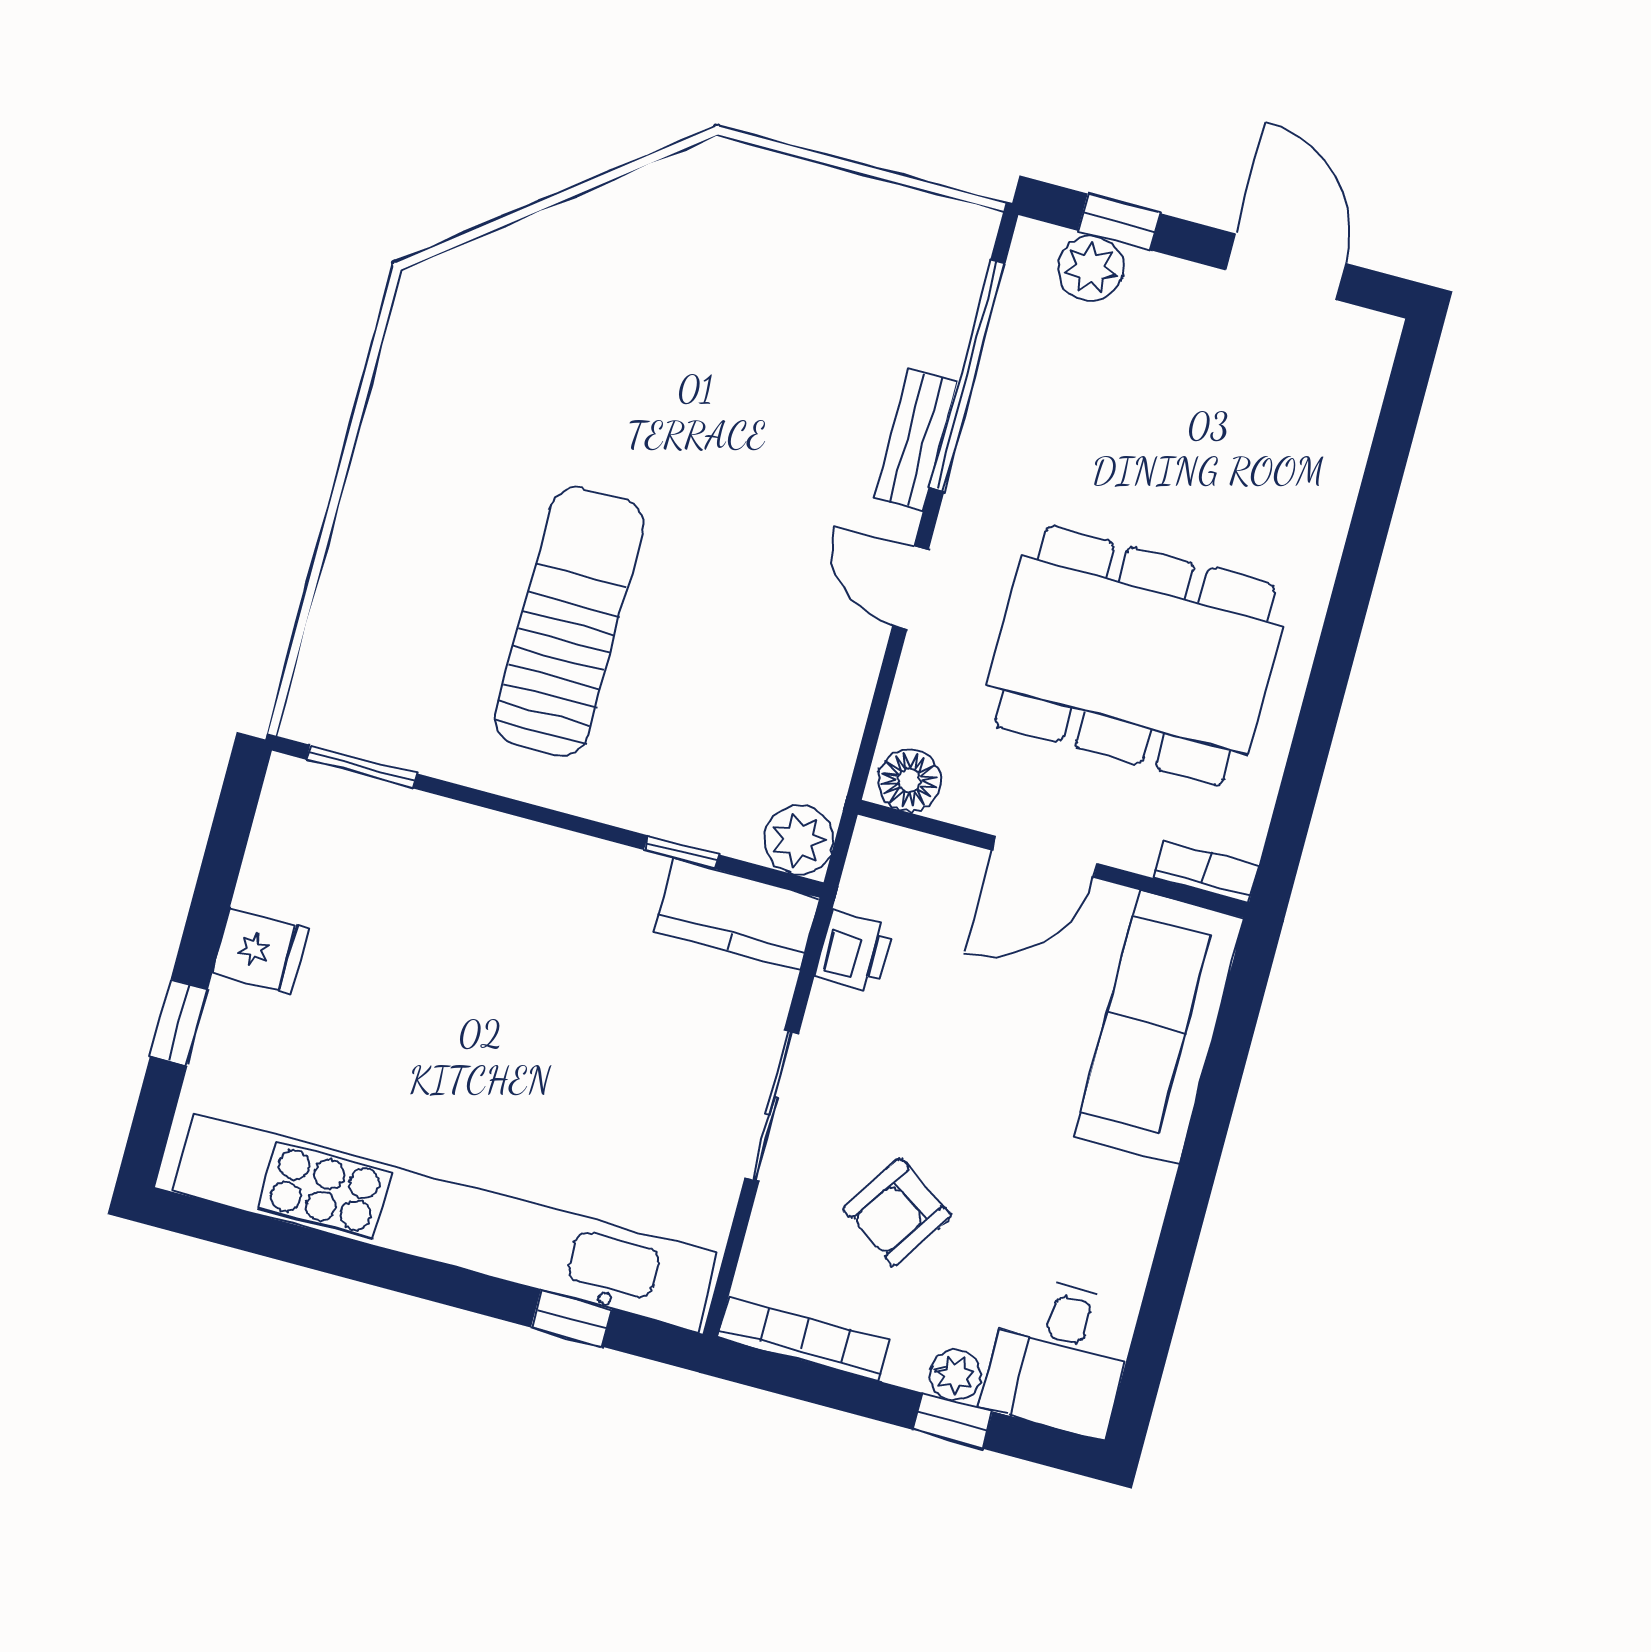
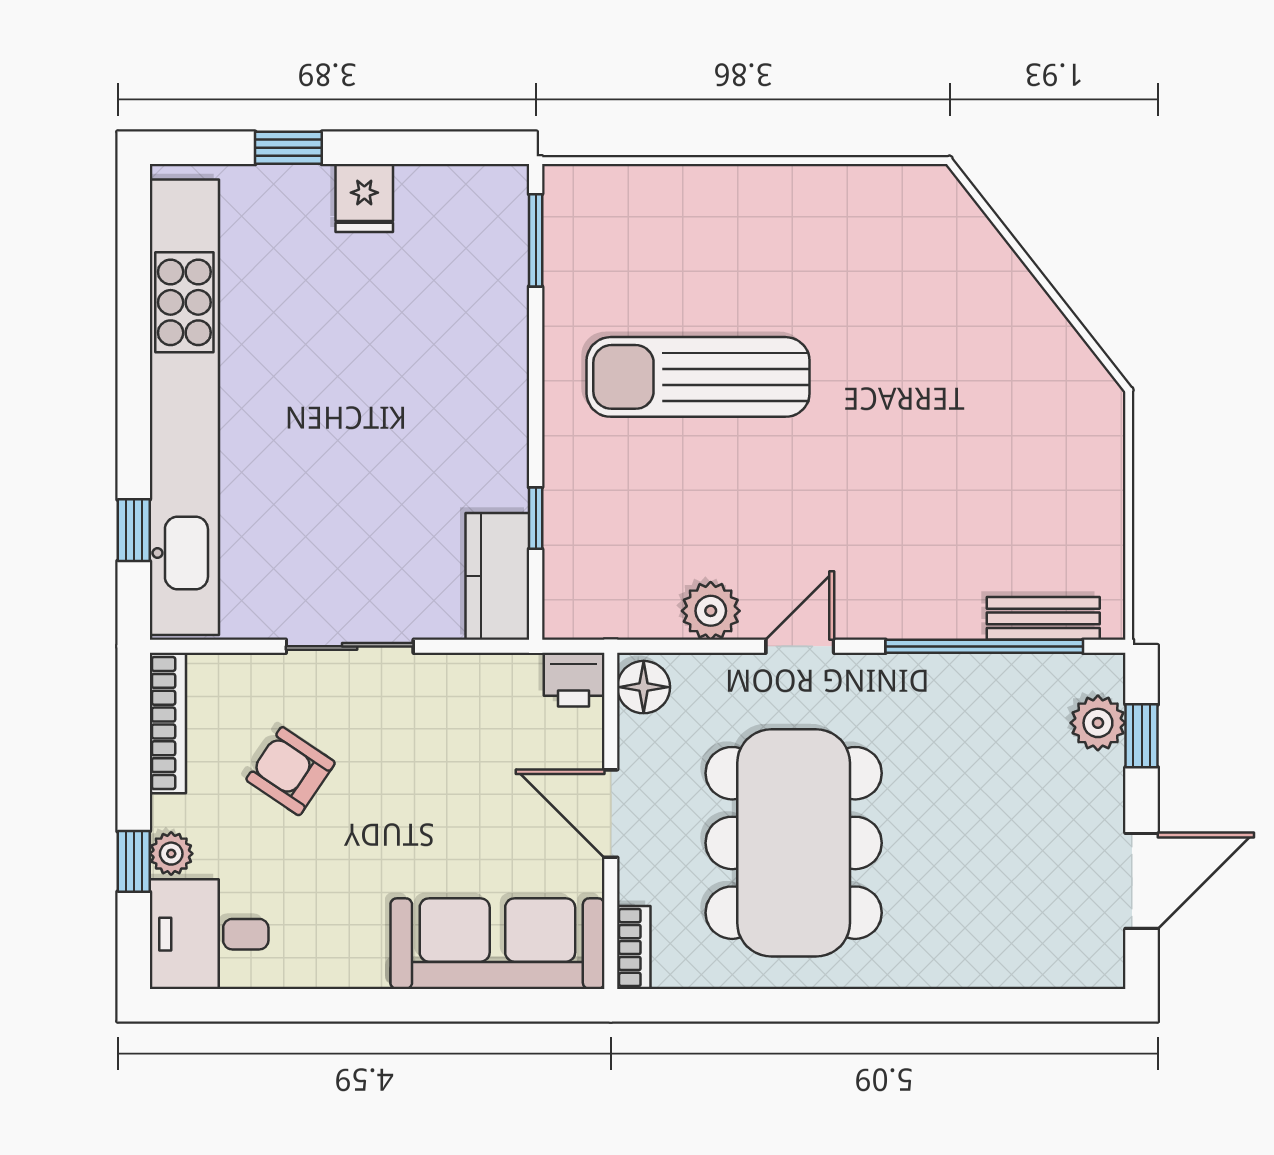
bench: (915, 440) -> (1043, 618), moved
sun lounger: (569, 622) -> (698, 377), turned 180
plant: (799, 840) -> (711, 611), moved
printer: (854, 951) -> (574, 680), moved

